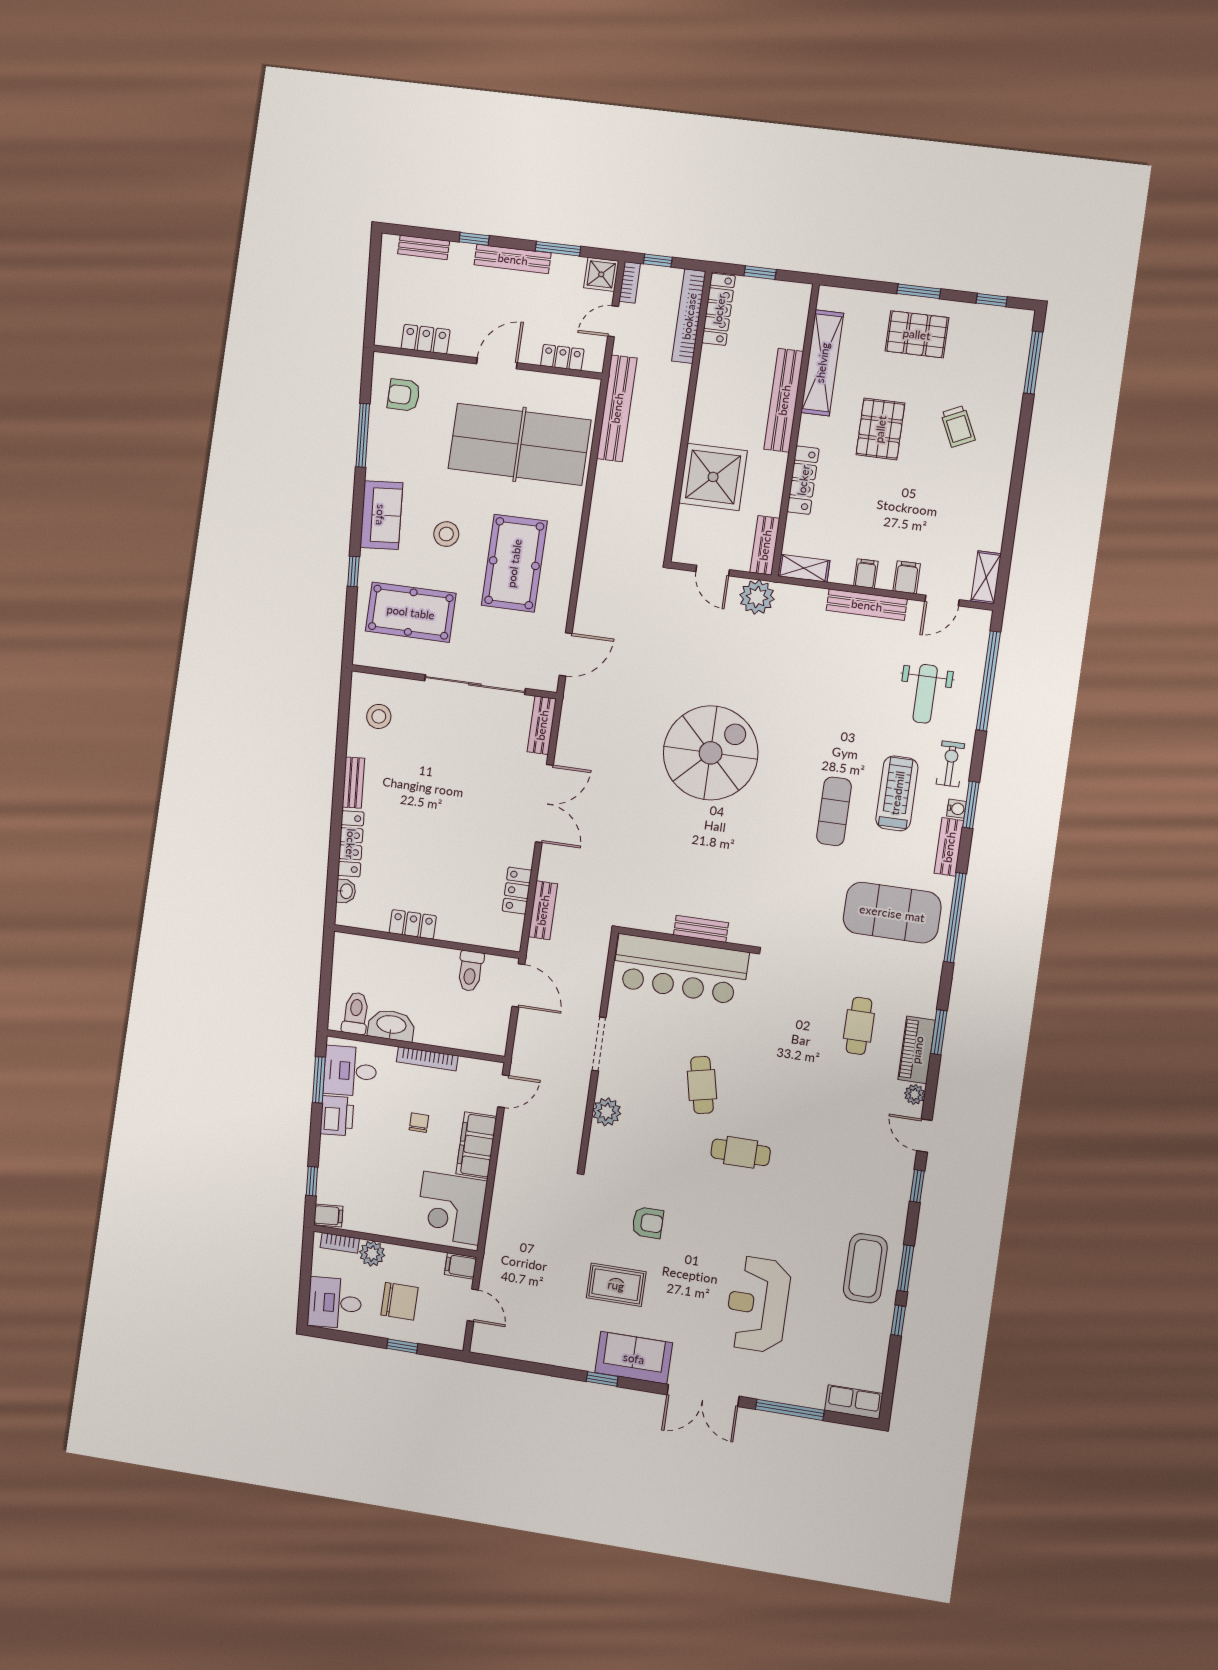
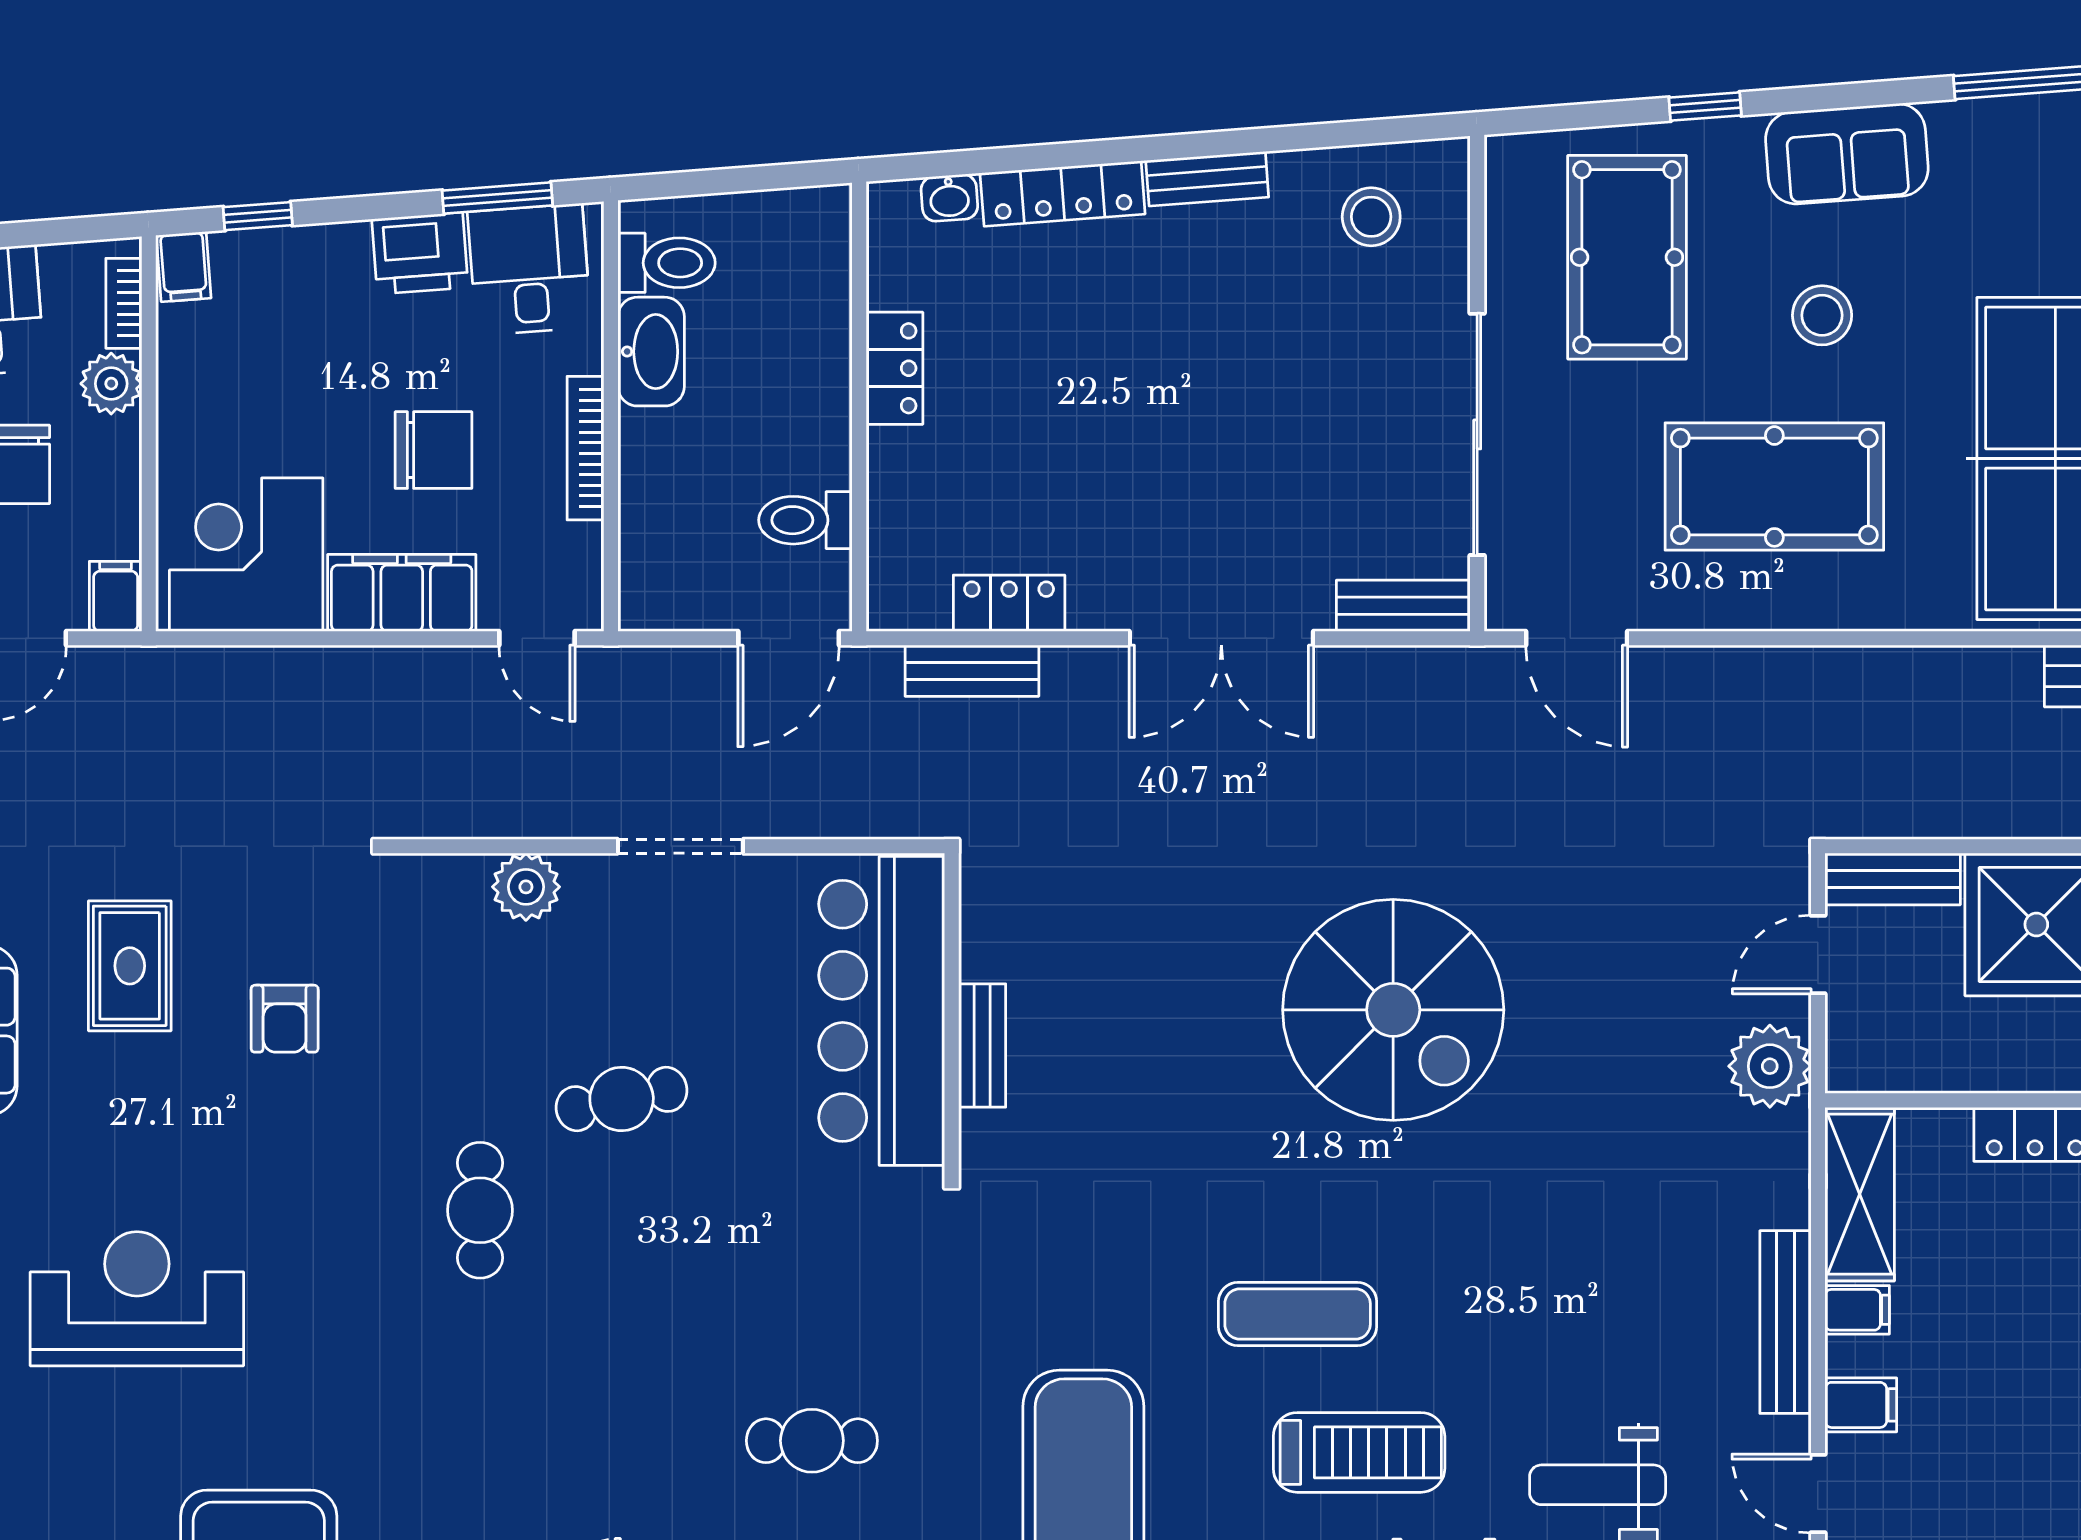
bench: (765, 545) -> (1893, 879), moved
shelving: (804, 568) -> (1860, 1194), width x1.50, depth x1.33
chair: (419, 1123) -> (433, 450), width x1.87, depth x1.87

